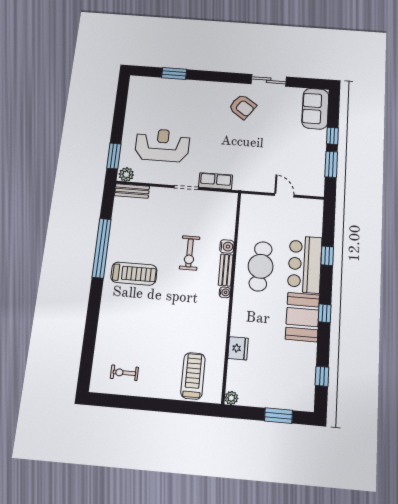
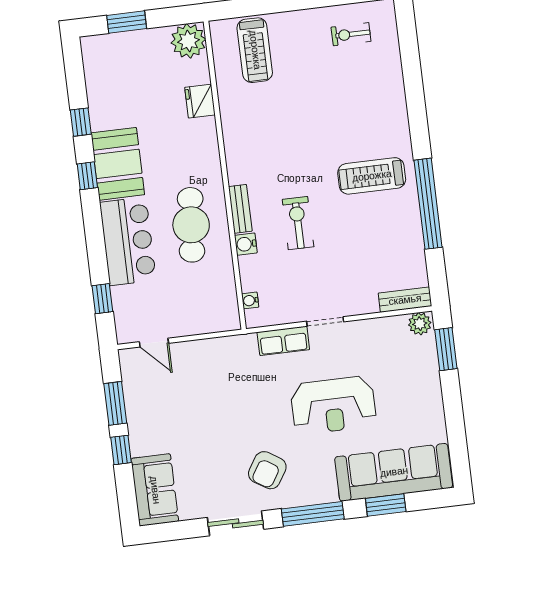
window: (220, 77) -> (313, 514), added
sofa: (165, 91) -> (394, 472), added
armchair: (243, 107) -> (267, 470), turned -93
reception desk: (162, 145) -> (333, 405), moved
door: (284, 195) -> (154, 343), moved
window: (327, 256) -> (102, 299), moved
water cooler: (225, 292) -> (250, 300), moved
exercise bike: (124, 373) -> (351, 34), turned 180
window: (322, 376) -> (81, 122), moved
plant: (231, 398) -> (188, 41), width x1.88, depth x1.88

